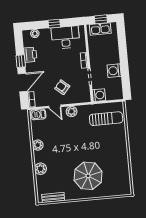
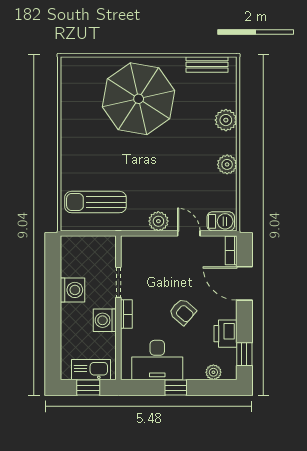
window: (21, 61) -> (244, 354), moved
door: (23, 82) -> (244, 283), hinge flipped
armchair: (62, 87) -> (183, 312), moved
washing machine: (99, 95) -> (105, 320), moved
parasol: (88, 176) -> (139, 99), width x1.36, depth x1.36

